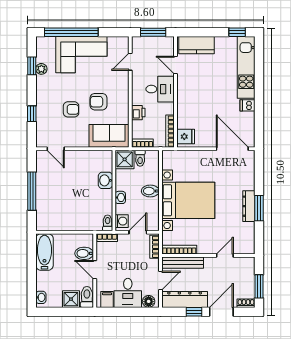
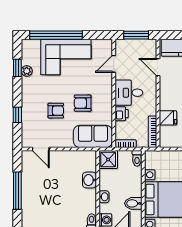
desk: (160, 89) -> (129, 93), moved, turned 180
fridge: (186, 137) -> (168, 118), moved
toilet: (140, 158) -> (137, 158), moved
bidet: (150, 191) -> (133, 203), moved

